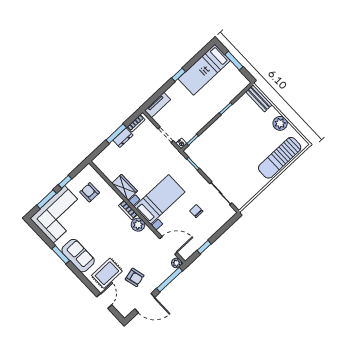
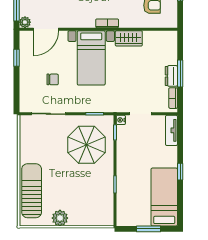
bench: (259, 98) -> (97, 220), removed
parasol: (218, 150) -> (86, 145), added
plant: (138, 225) -> (87, 20), removed

